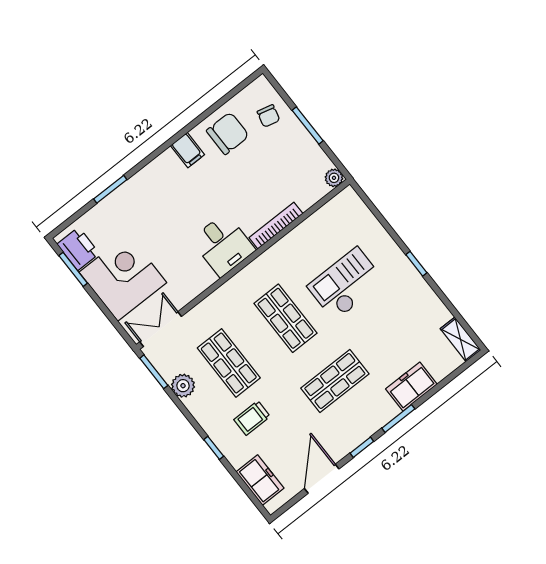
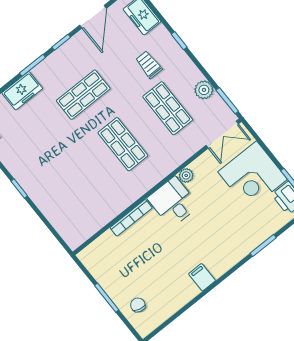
chair: (228, 133) -> (170, 291), removed
plant: (334, 178) -> (186, 175), moved
checkout: (346, 284) -> (75, 172), removed
trolley: (252, 418) -> (149, 65), turned -90

